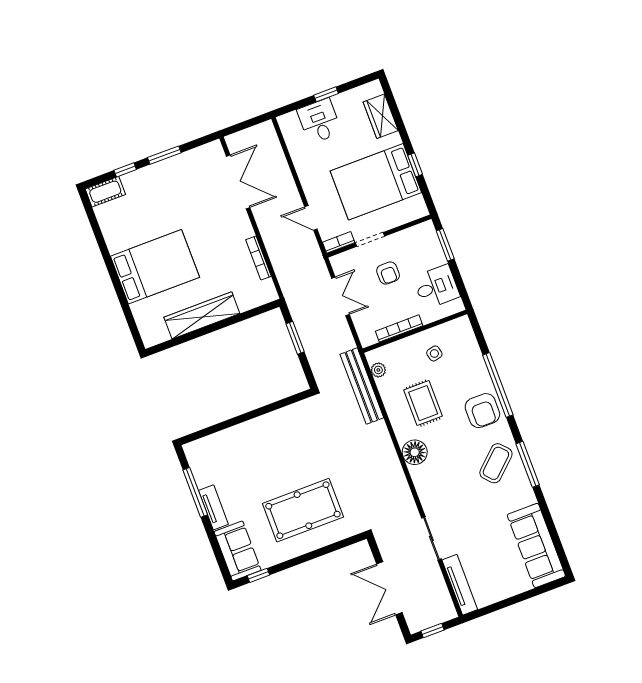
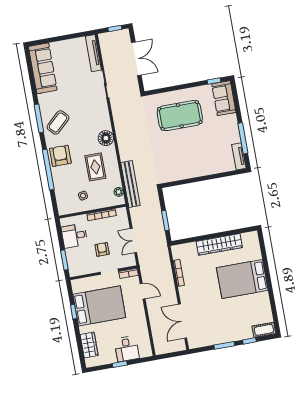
tv unit: (213, 507) -> (239, 156), moved

